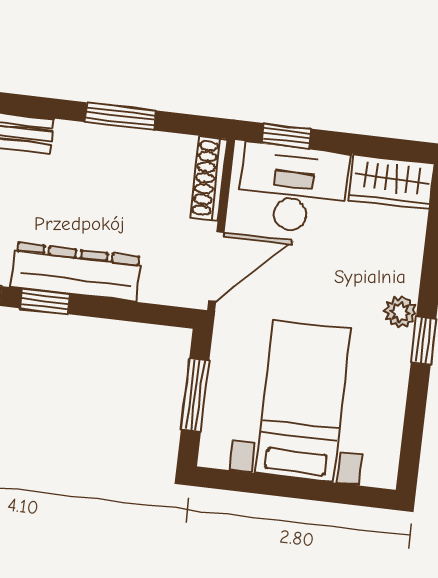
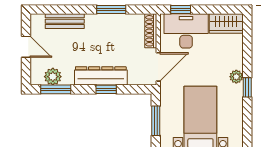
window: (45, 301) -> (106, 89), moved

